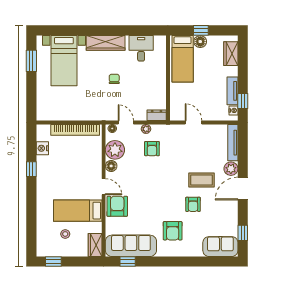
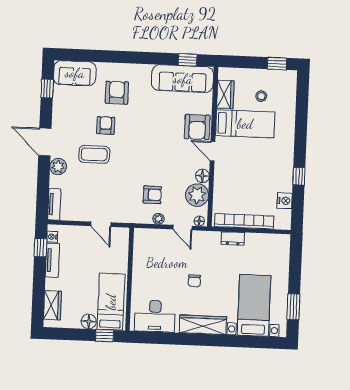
window: (201, 30) -> (105, 336), moved
desk: (141, 48) -> (155, 316), width x1.37
dresser: (157, 115) -> (233, 238), moved
tv unit: (233, 143) -> (54, 204), width x0.71
armchair: (152, 149) -> (152, 195), turned 90
door: (243, 189) -> (45, 142), swing flipped
armchair: (173, 231) -> (117, 93), moved
wardrobe: (95, 245) -> (225, 95), moved

